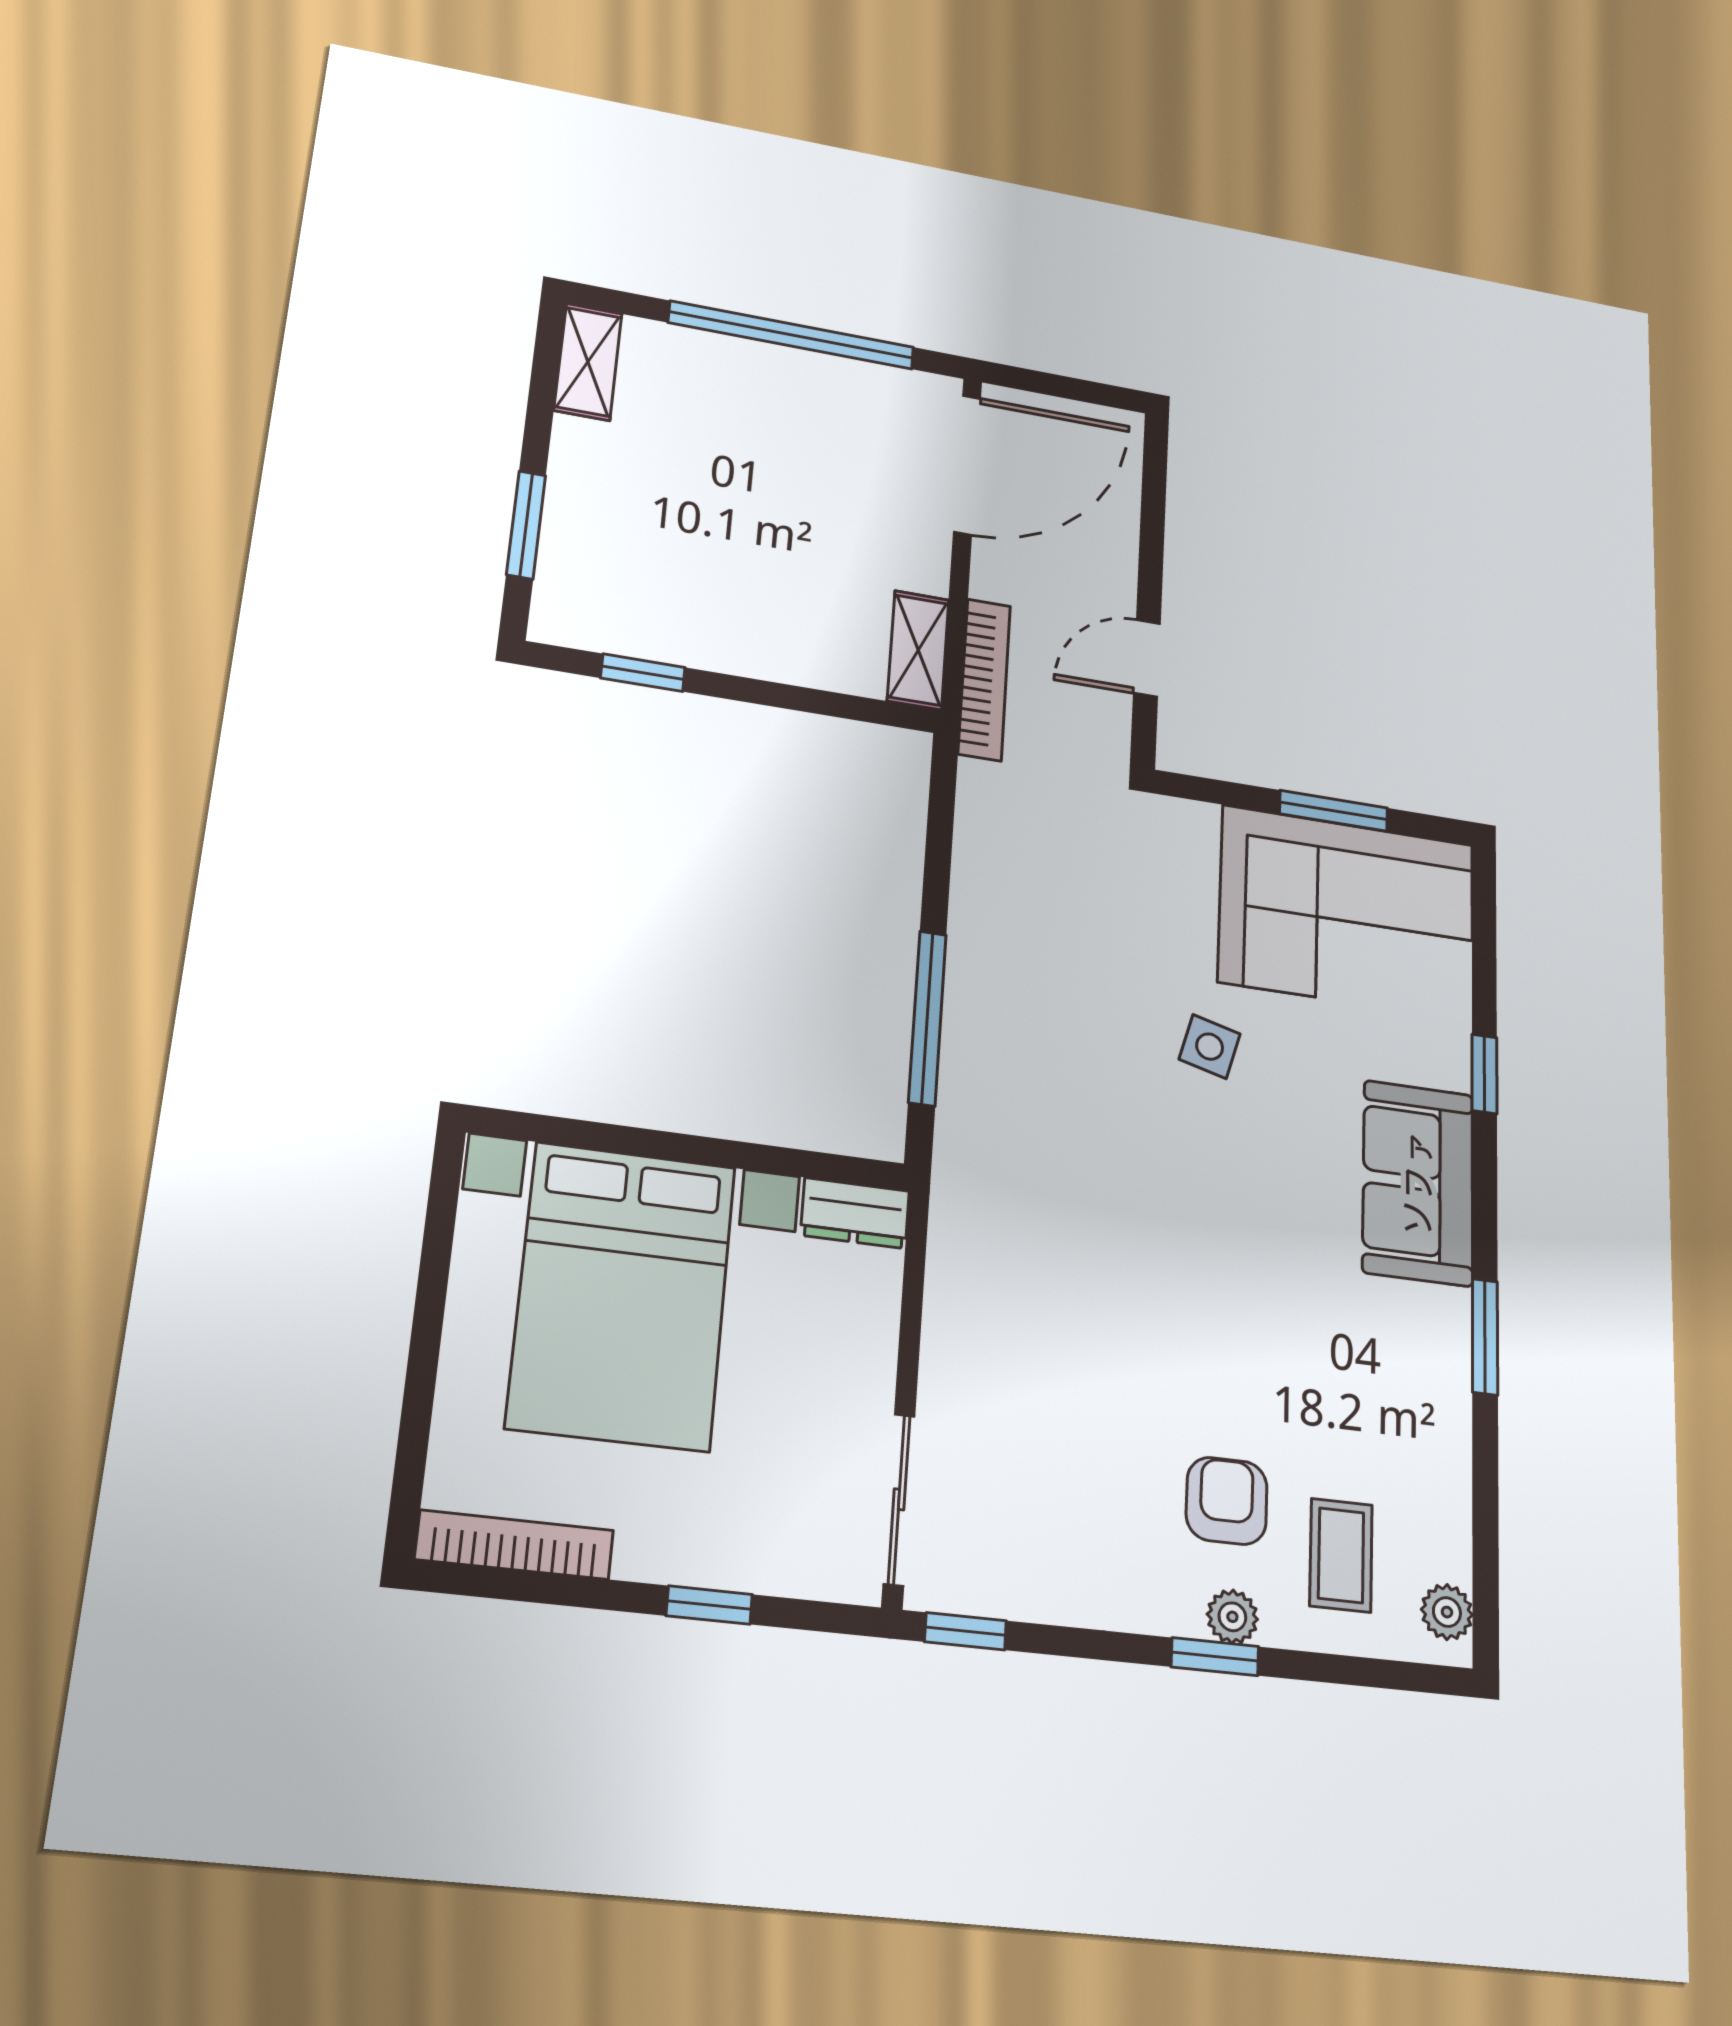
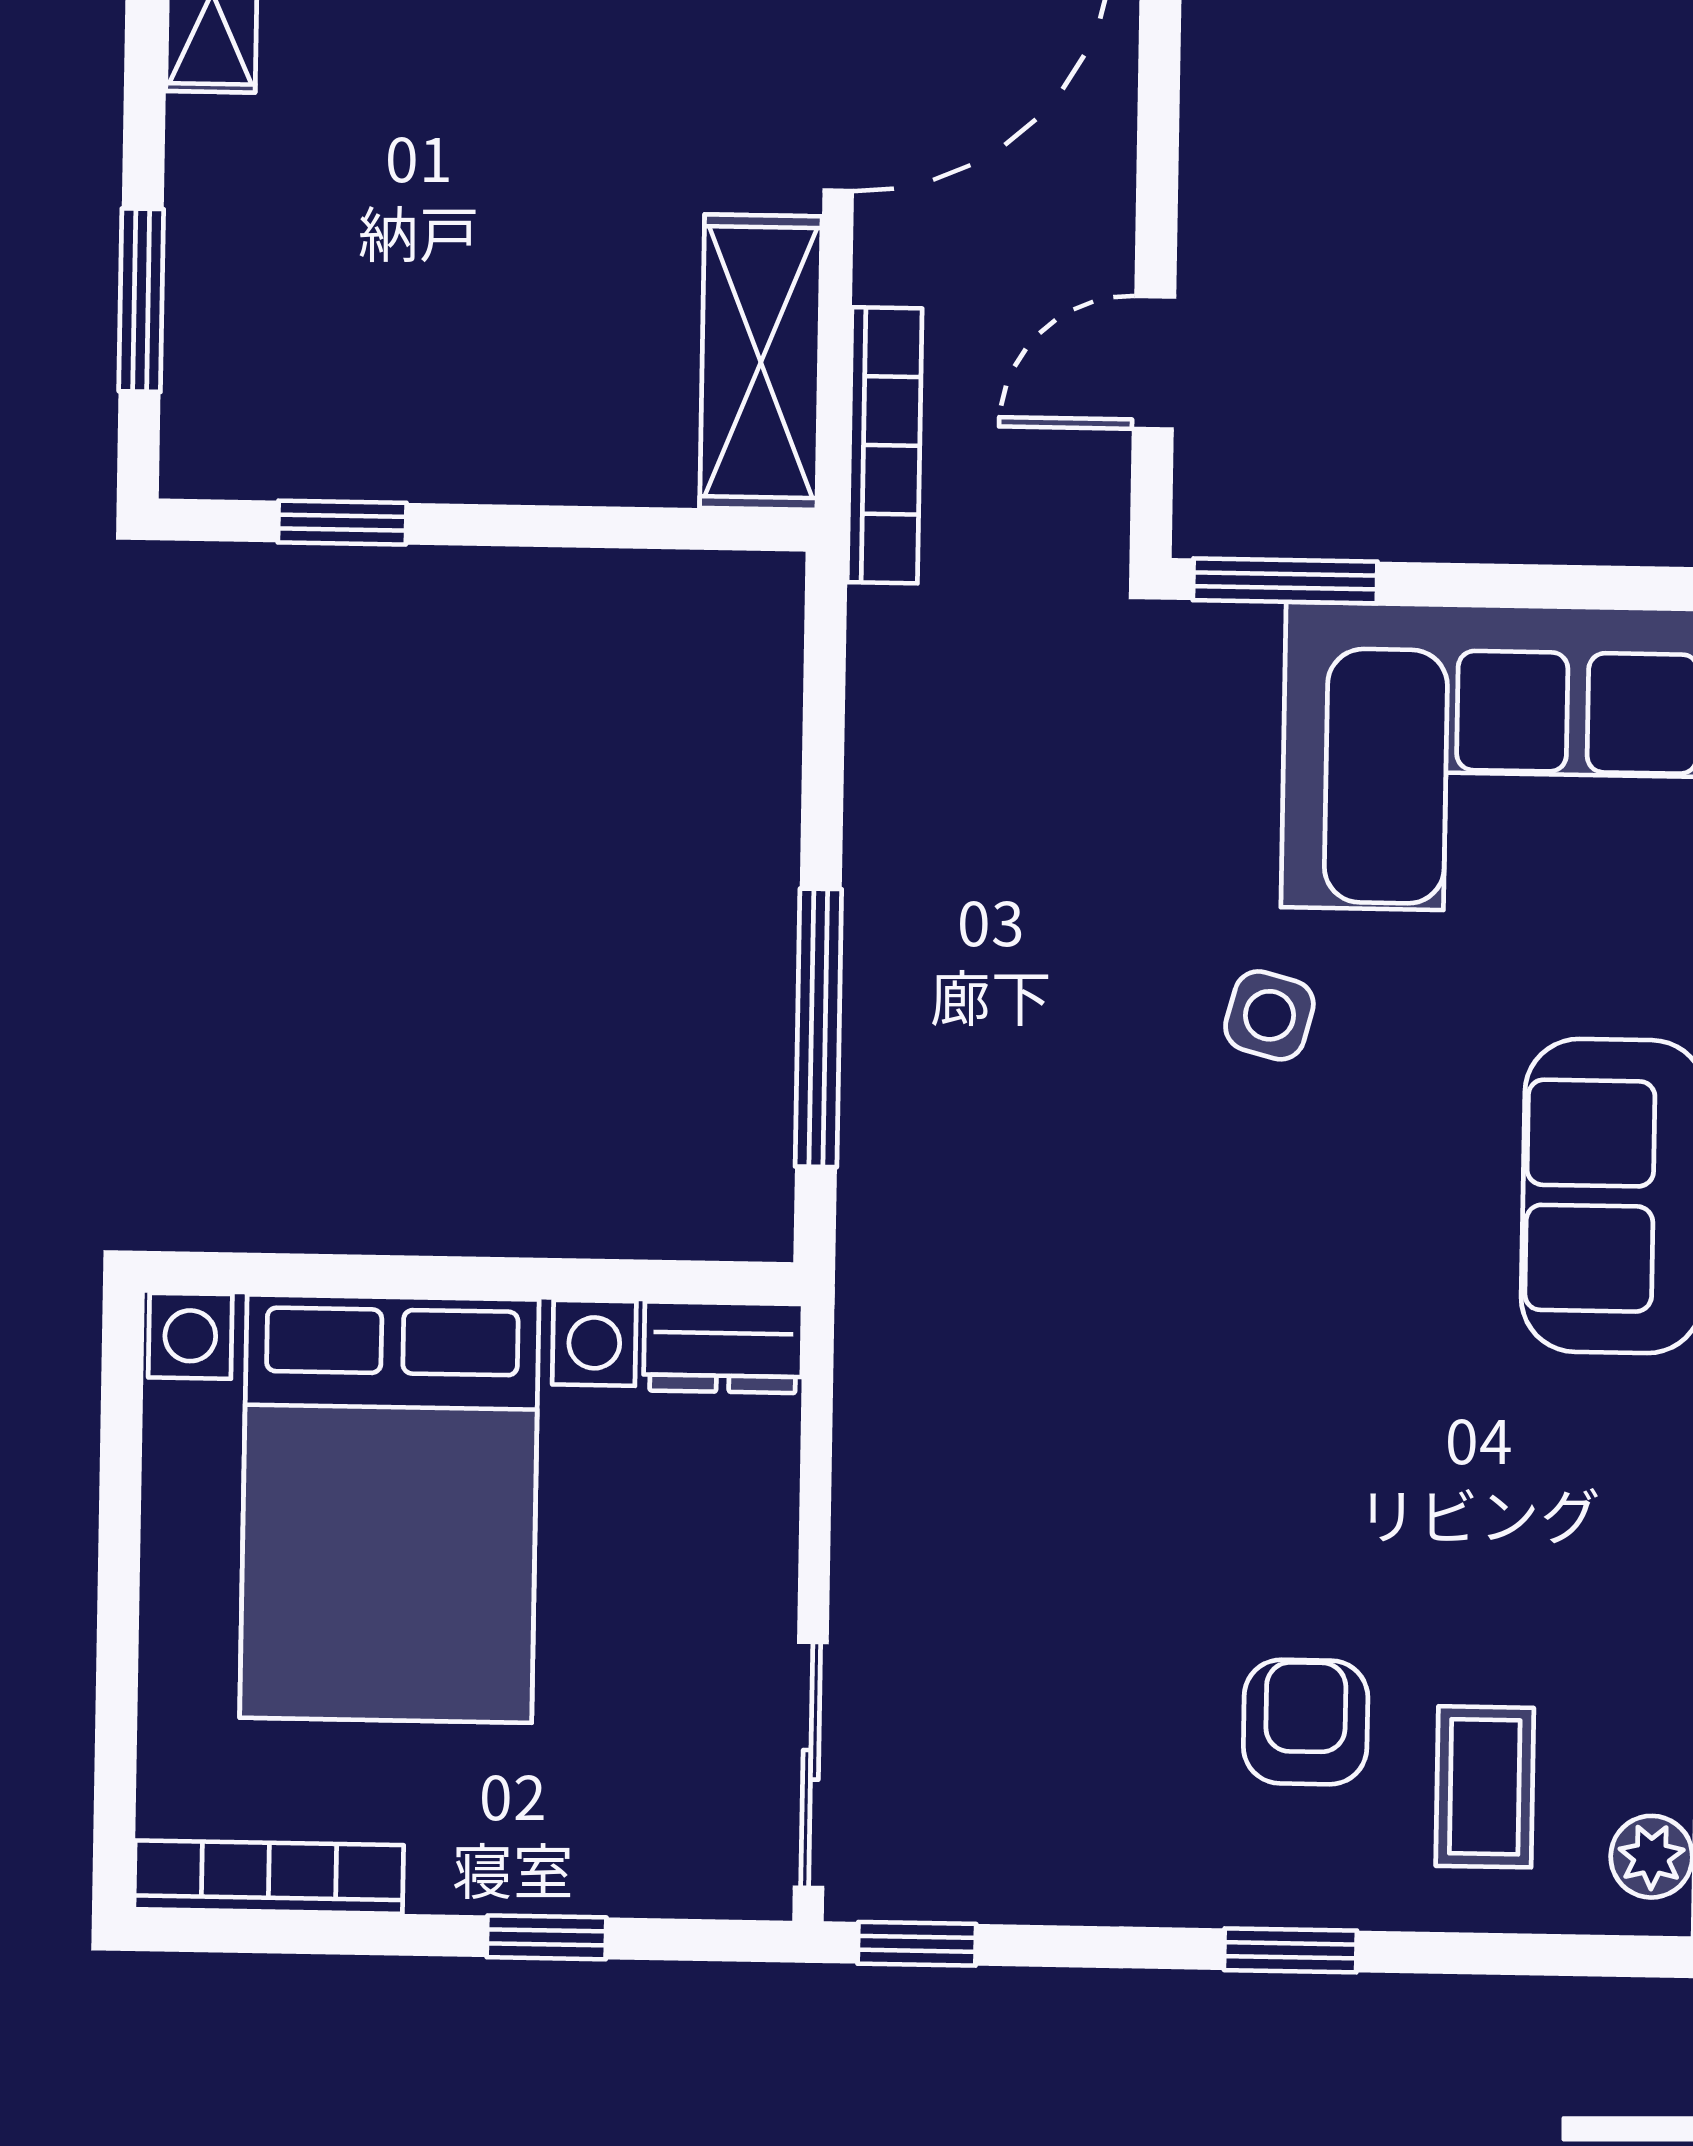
shelving: (918, 650) -> (761, 362), width x1.50, depth x1.33
window: (1334, 811) -> (1285, 581), moved
plant: (1232, 1617) -> (1316, 1891), removed

